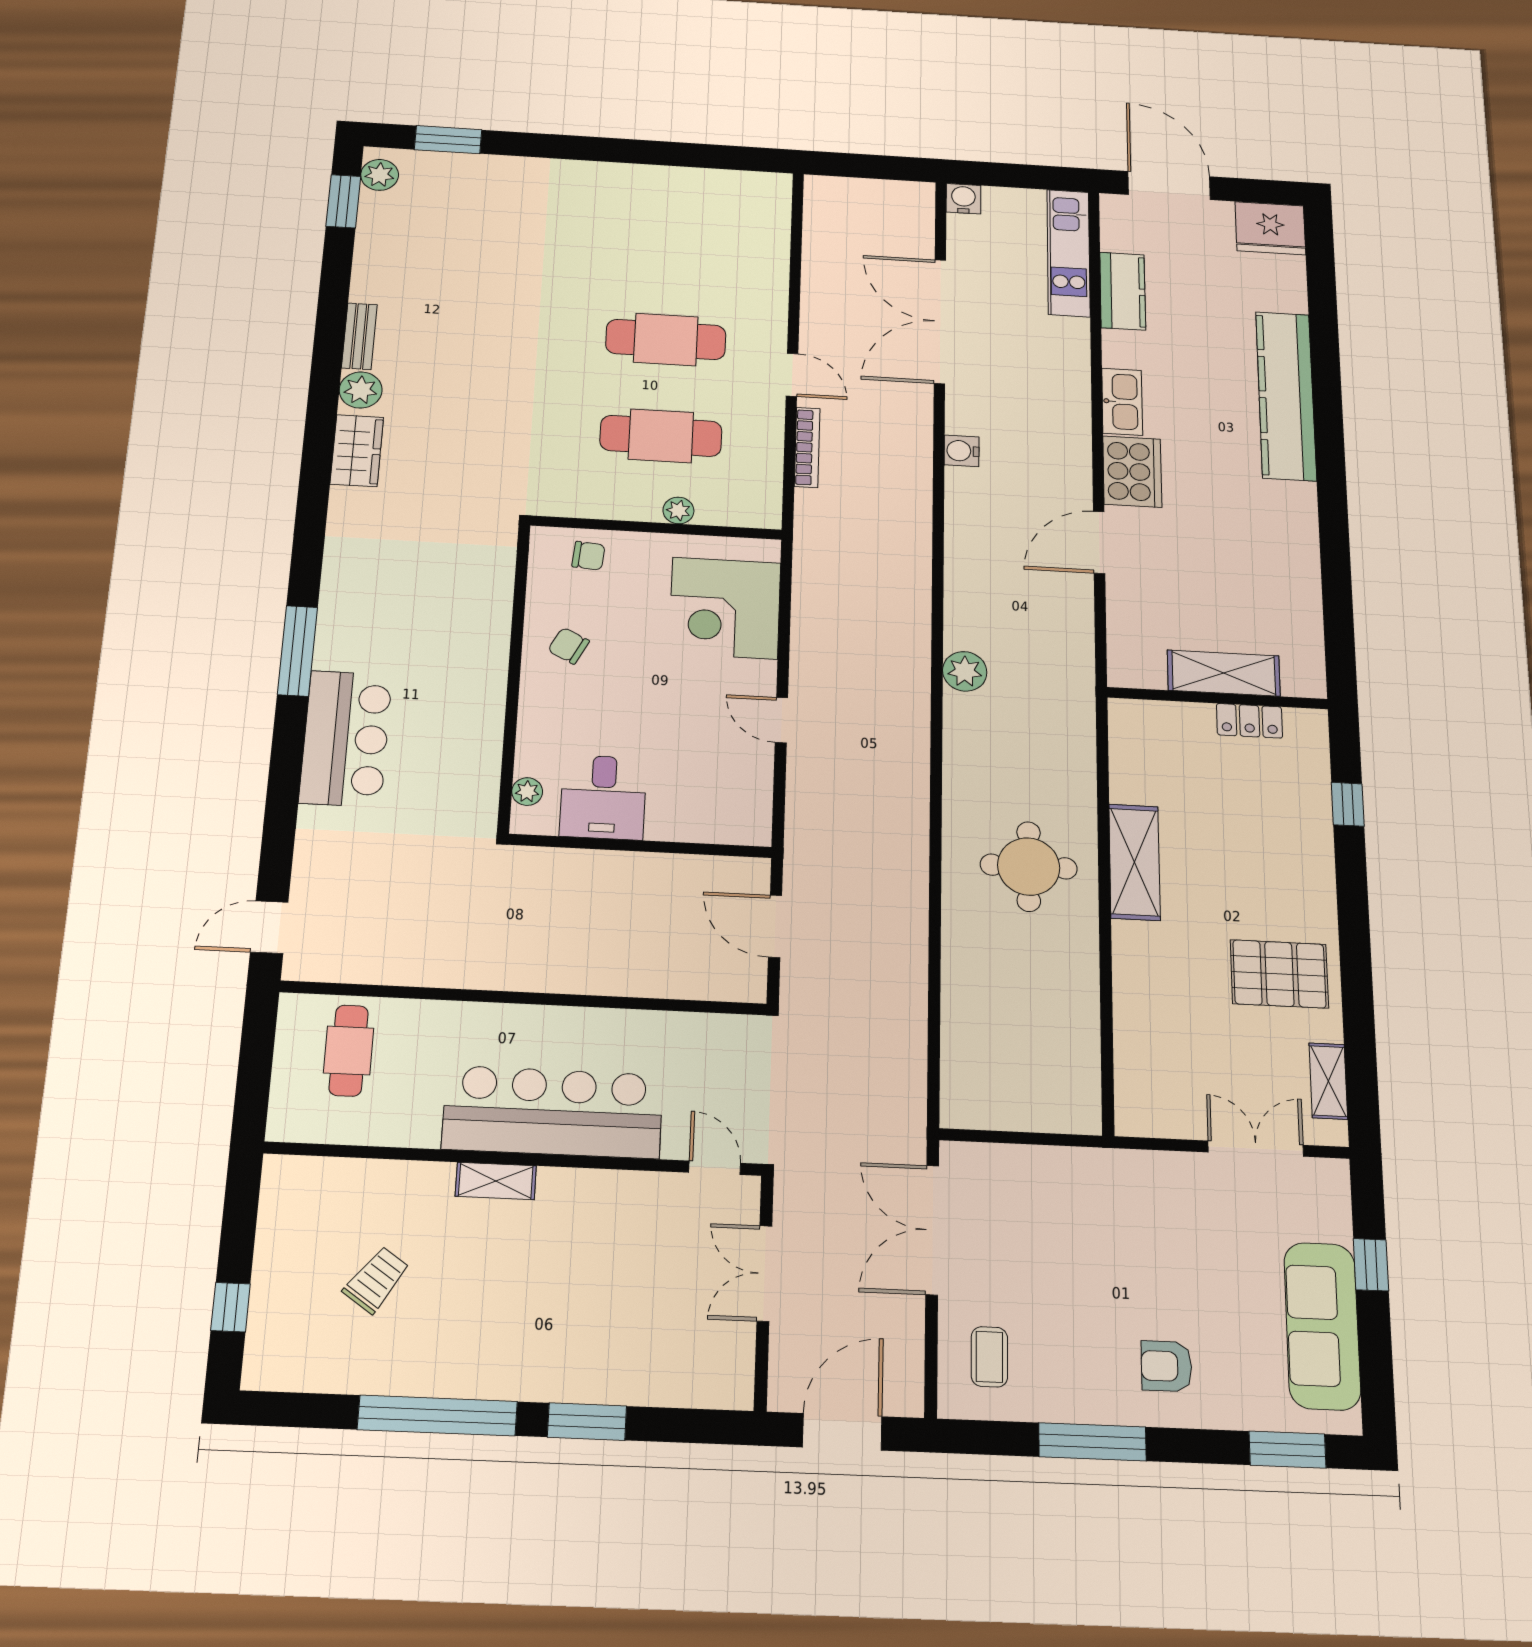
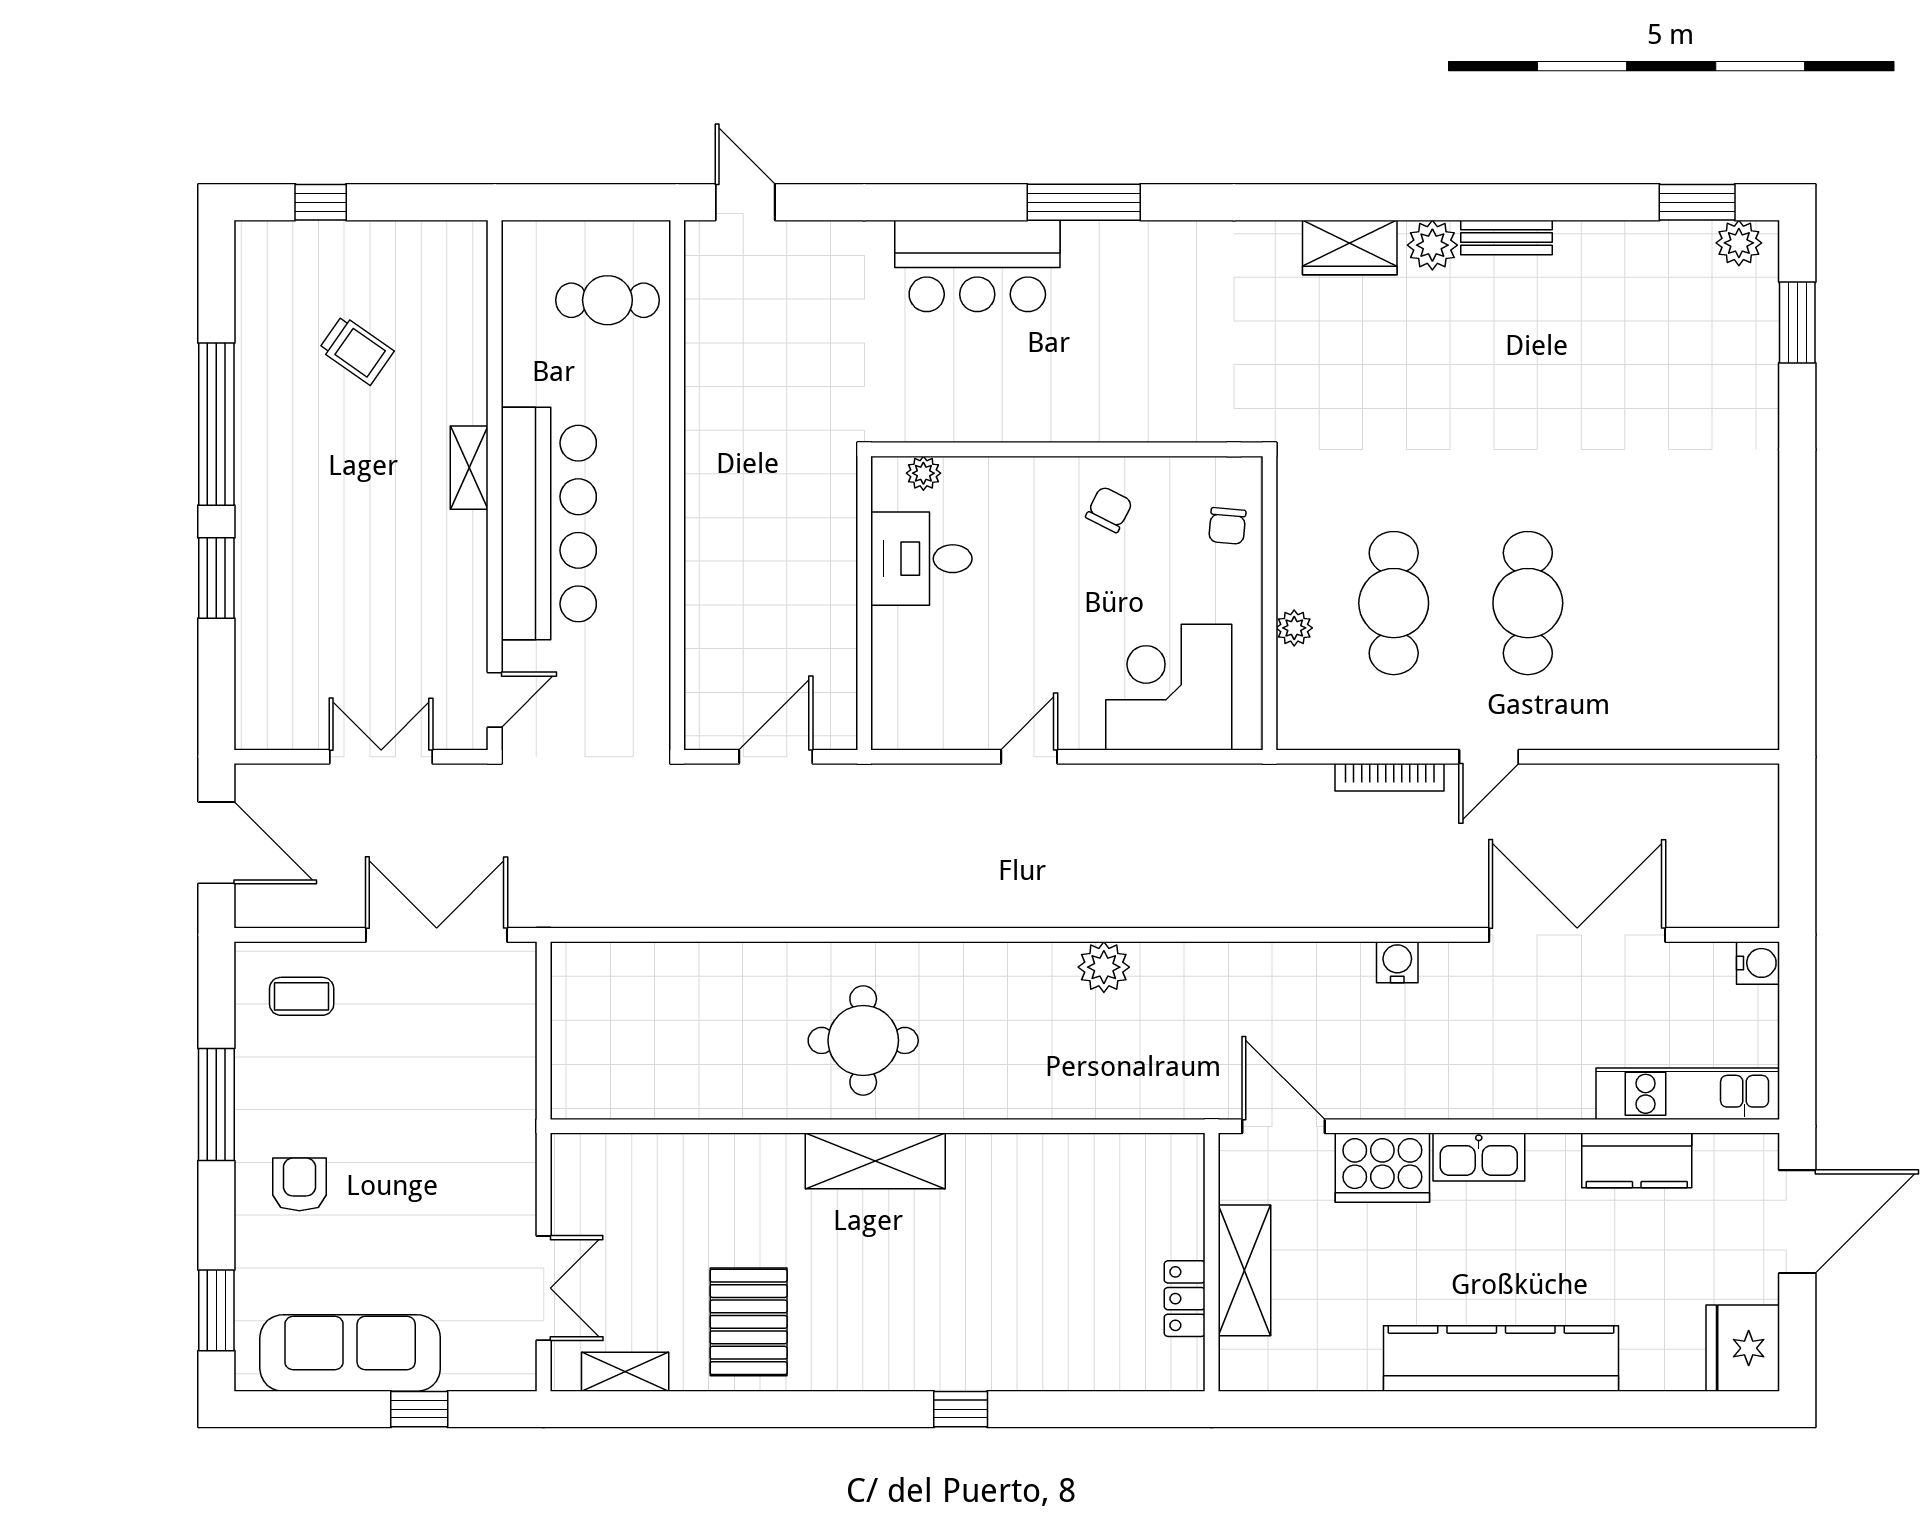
shelving: (1224, 673) -> (1245, 1270), moved
wall: (1218, 698) -> (1212, 1262), moved
locker: (1249, 721) -> (1185, 1299), moved

